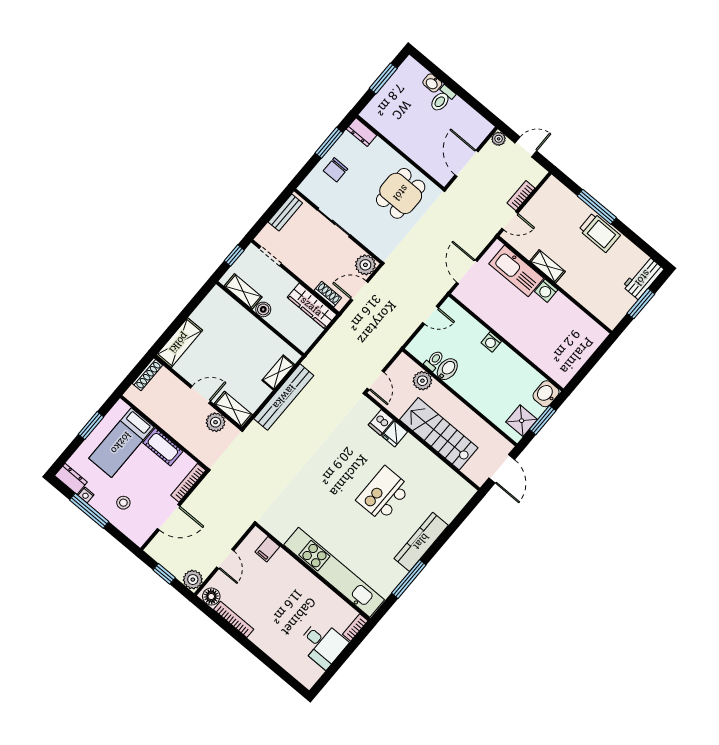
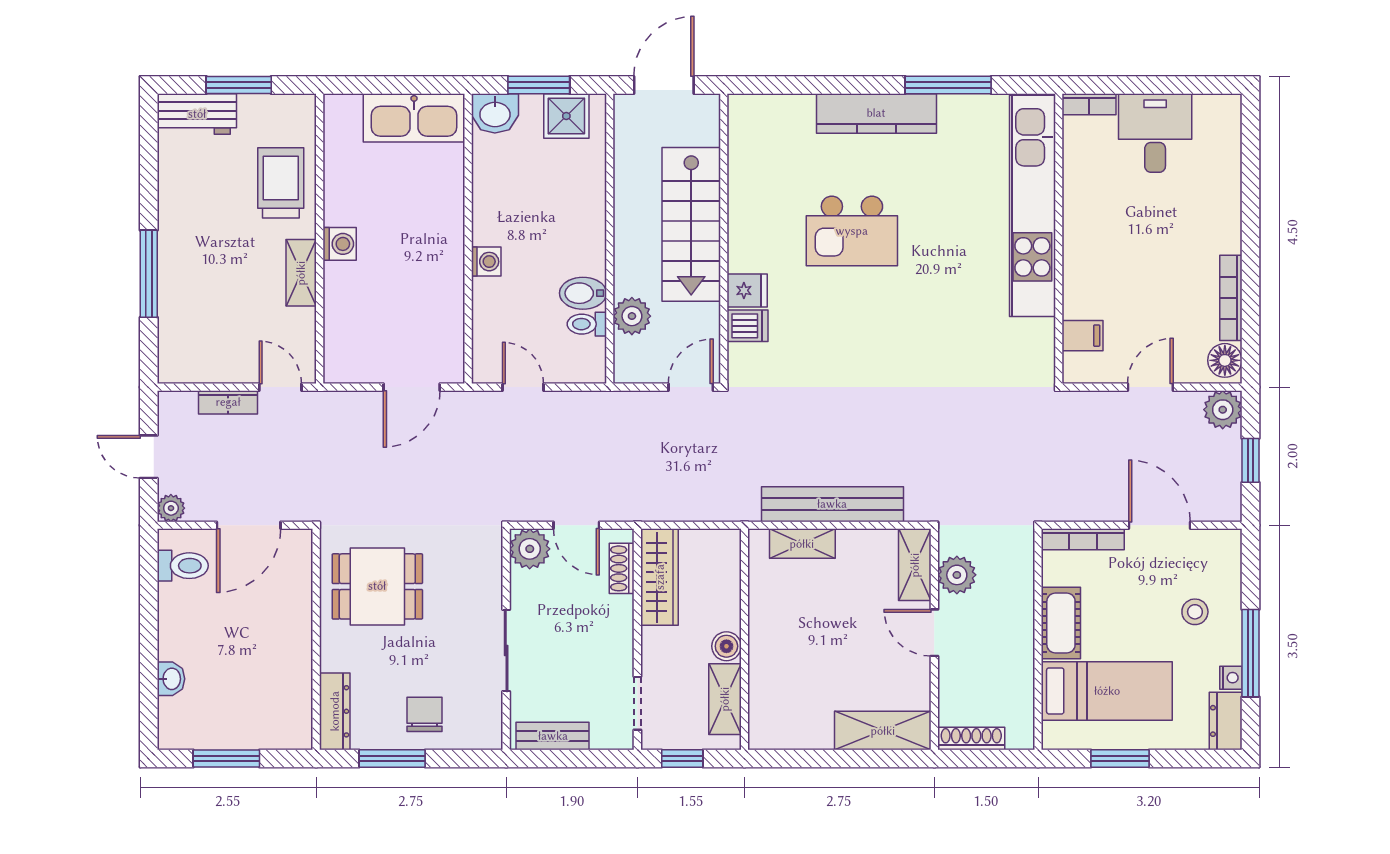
toilet: (442, 99) -> (183, 566), moved
dresser: (362, 132) -> (335, 711), width x1.44
chair: (336, 170) -> (424, 714), turned -90
trolley: (599, 233) -> (281, 183), moved
kitchen sink: (516, 271) -> (414, 118), moved, turned 90

